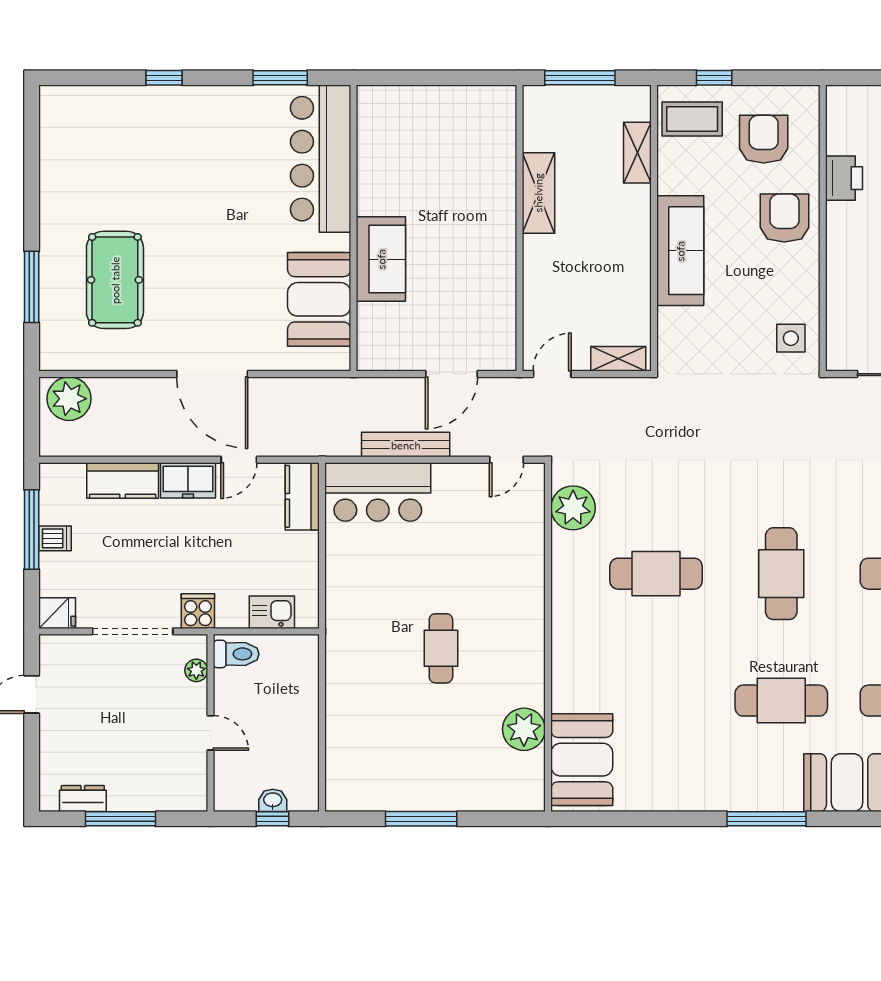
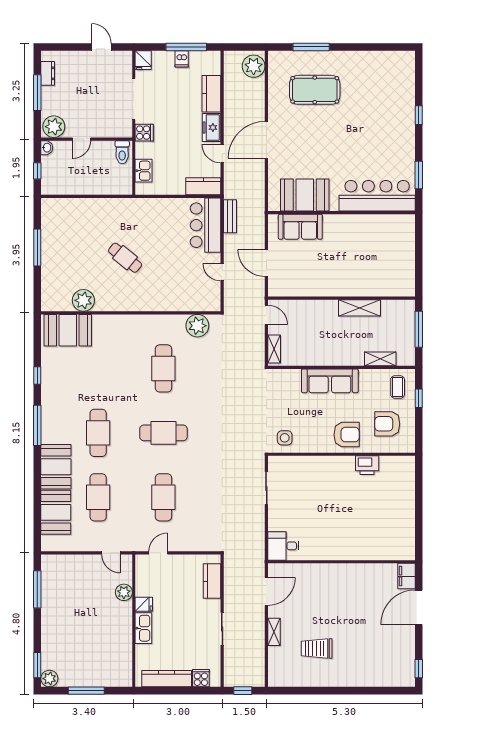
coffee table: (692, 119) -> (398, 387), width x0.73, depth x0.77
armchair: (764, 139) -> (387, 424), turned 180
sofa: (381, 259) -> (300, 227), moved
bench: (406, 445) -> (230, 216), moved, width x0.73
door: (506, 460) -> (222, 272), moved
cafe table: (441, 648) -> (125, 258), turned 39
plant: (196, 670) -> (54, 127), moved, width x1.88, depth x1.88
washbasin: (273, 800) -> (47, 148), moved
window: (670, 819) -> (37, 375), added

